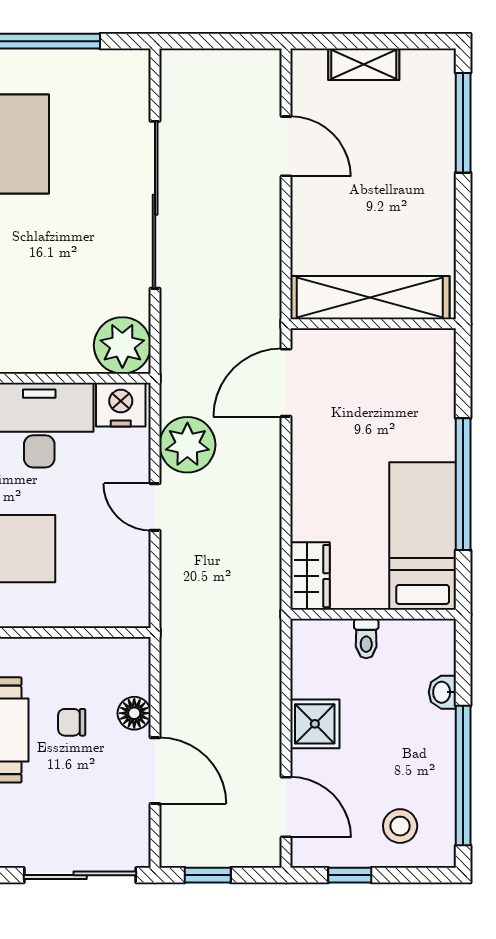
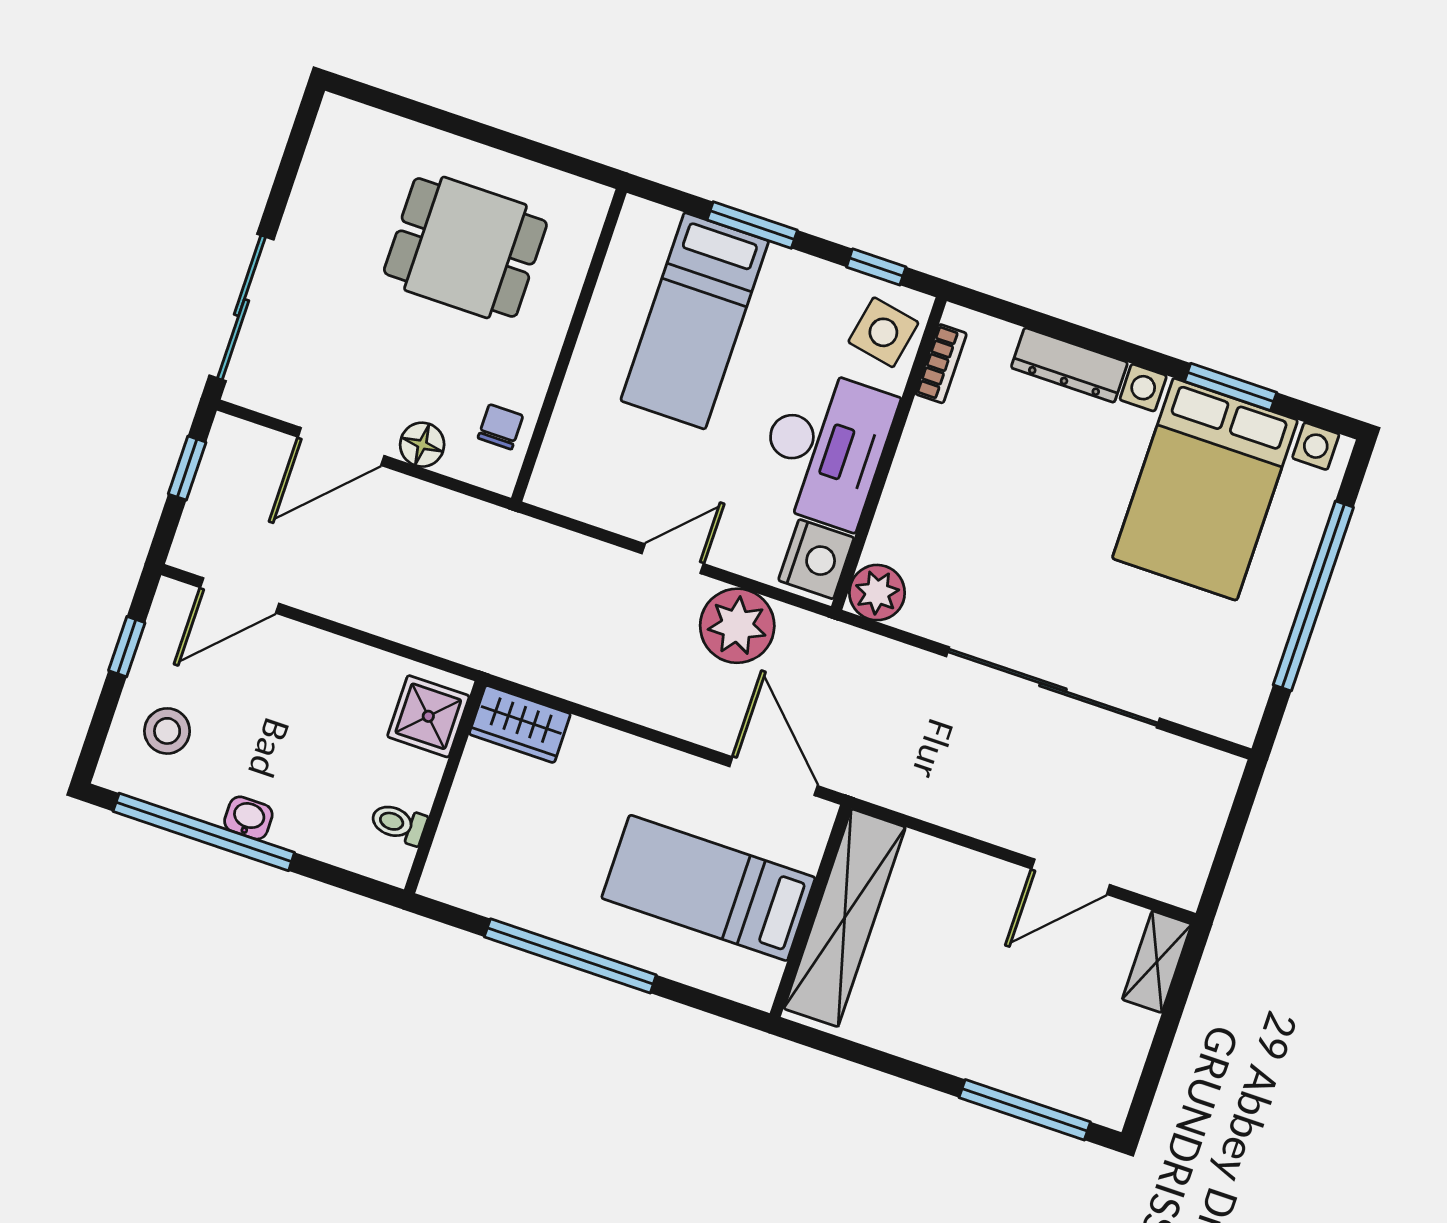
shelving: (364, 64) -> (1157, 962), moved
plant: (122, 345) -> (877, 593), width x0.73, depth x0.73
bed: (423, 536) -> (708, 888), moved, turned 180
toilet: (366, 639) -> (399, 824), moved
washbasin: (442, 692) -> (248, 818), moved
chair: (72, 722) -> (500, 427), moved
shower: (315, 724) -> (428, 716), moved

